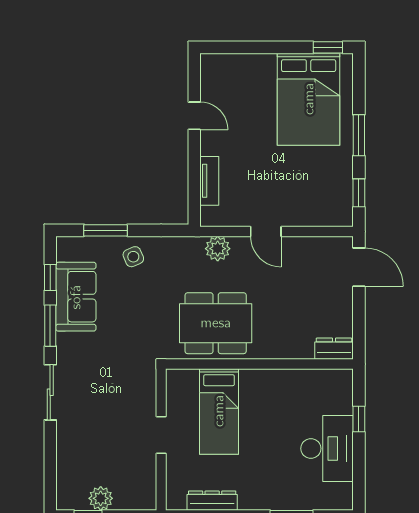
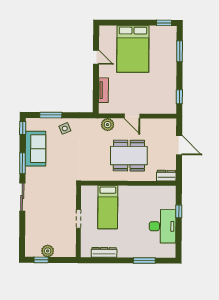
bed: (309, 99) -> (133, 49), moved
window: (359, 135) -> (180, 51), moved
door: (359, 267) -> (179, 145), moved
window: (50, 277) -> (23, 128), moved
dining table: (216, 323) -> (129, 156), moved

